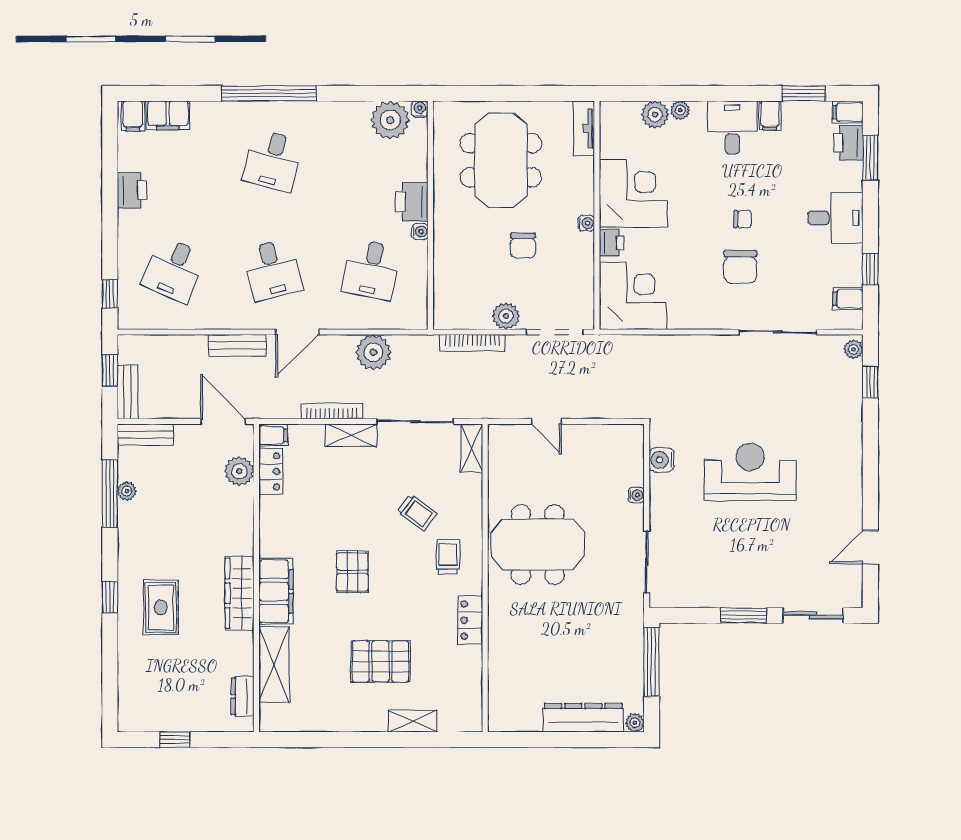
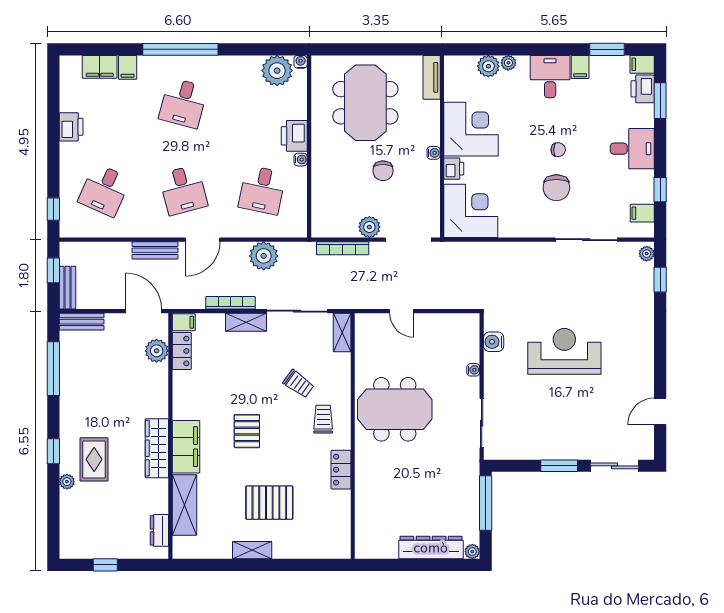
filing cabinet: (133, 116) -> (128, 67), moved
plant: (127, 491) -> (67, 482), moved
shelving: (412, 721) -> (252, 550), moved

